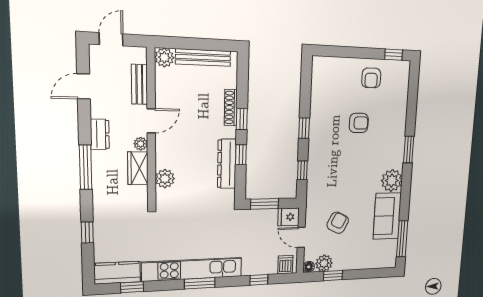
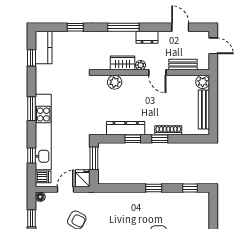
window: (302, 170) -> (190, 188), moved
plant: (324, 263) -> (43, 210), removed
kitchen unit: (192, 269) -> (43, 132), moved

